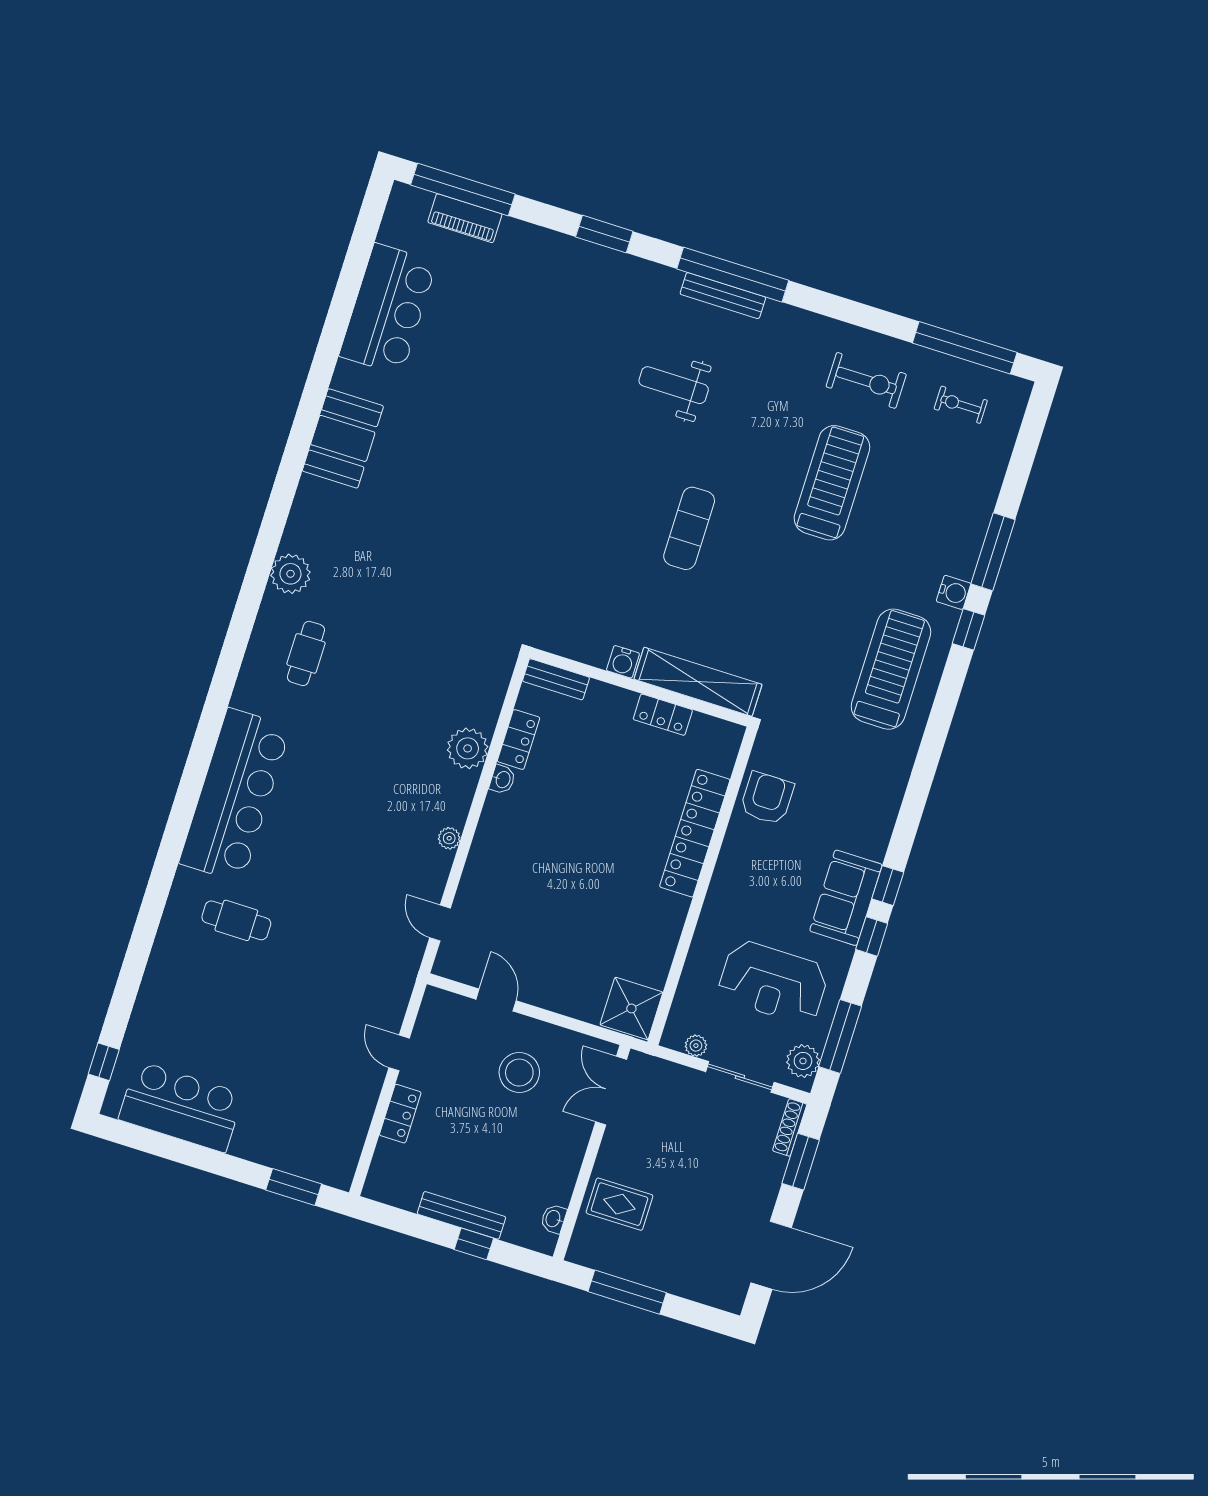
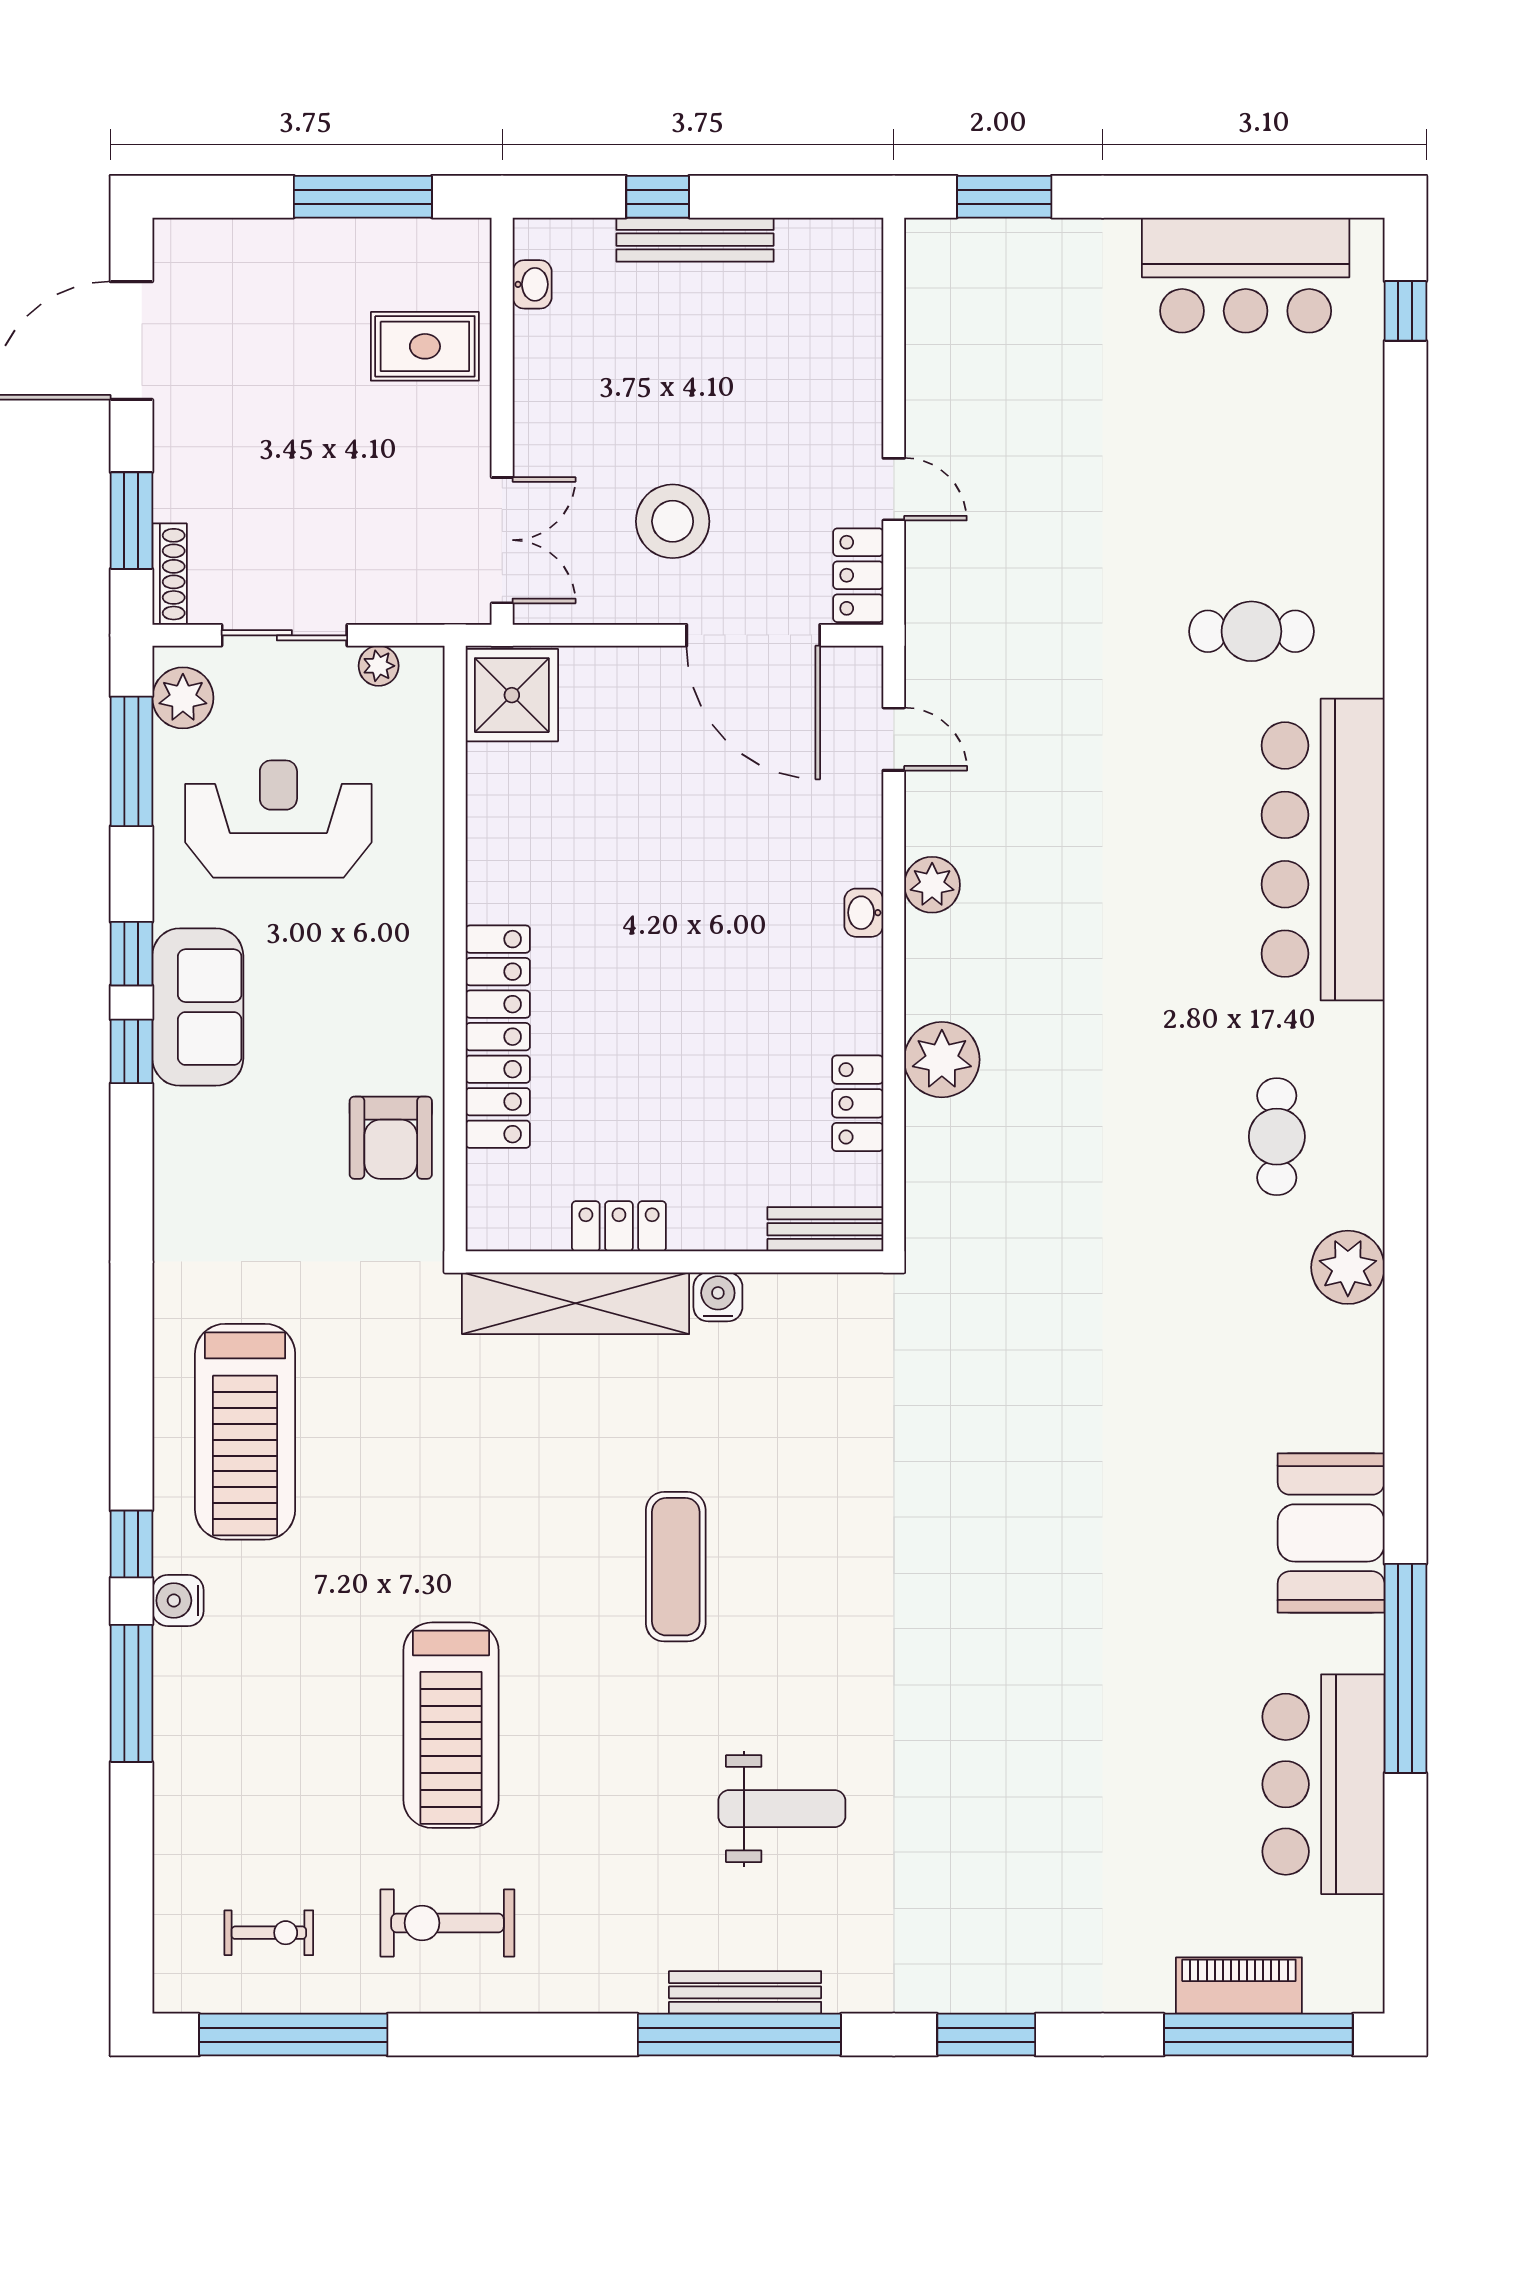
window: (326, 356) -> (1405, 1668), added
washbasin: (502, 779) -> (864, 913), moved
plant: (449, 838) -> (932, 885), width x1.38, depth x1.38
door: (496, 1000) -> (753, 635), width x1.87
locker: (400, 1114) -> (858, 575), moved

